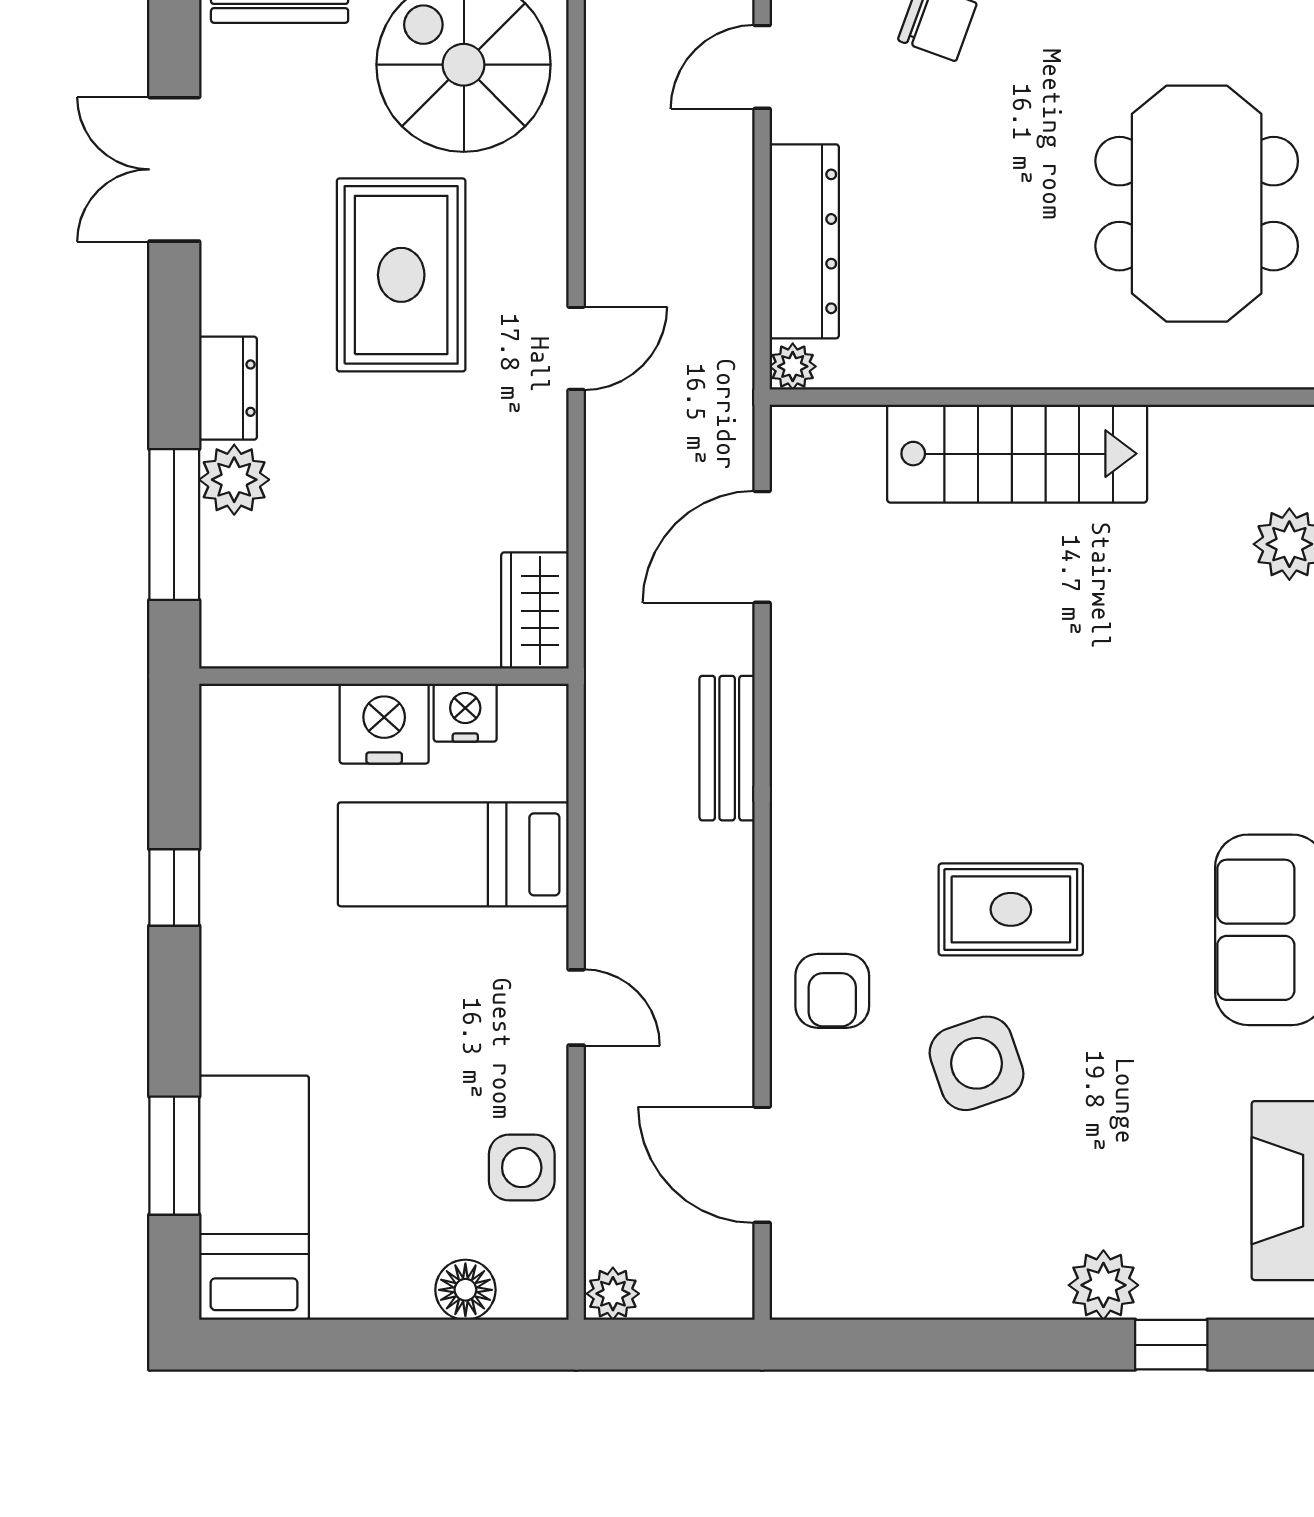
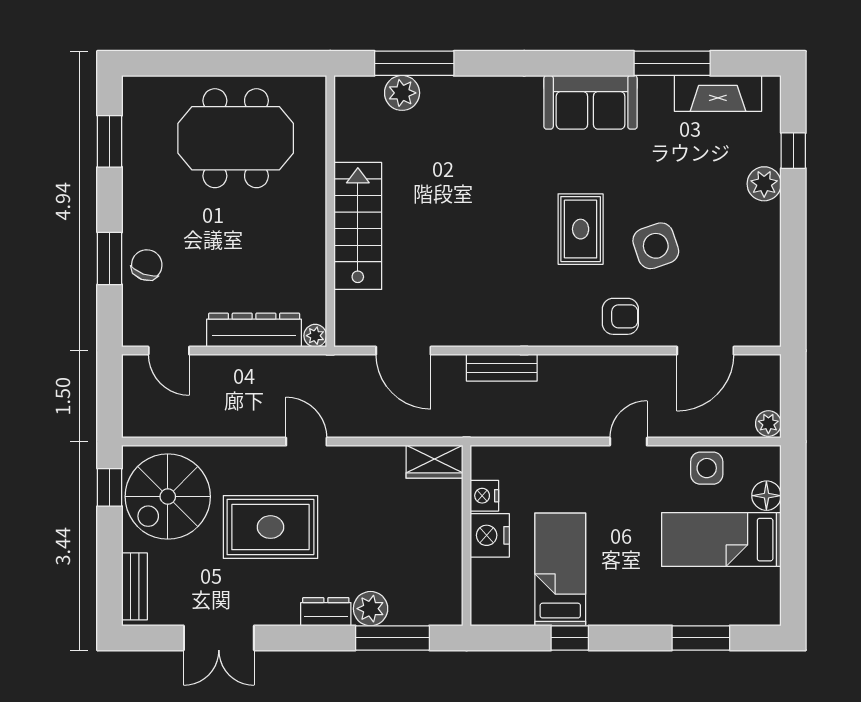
bed: (453, 854) -> (560, 569), moved, turned 180
bed: (254, 1198) -> (721, 540), moved

